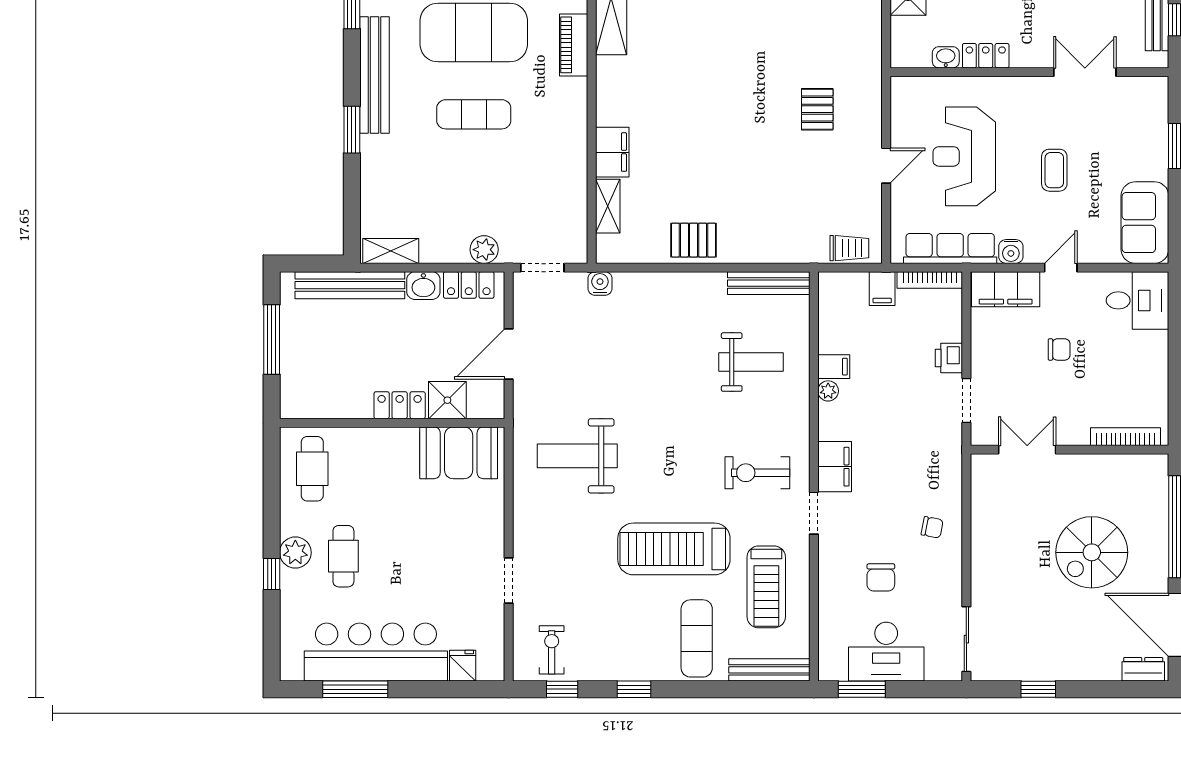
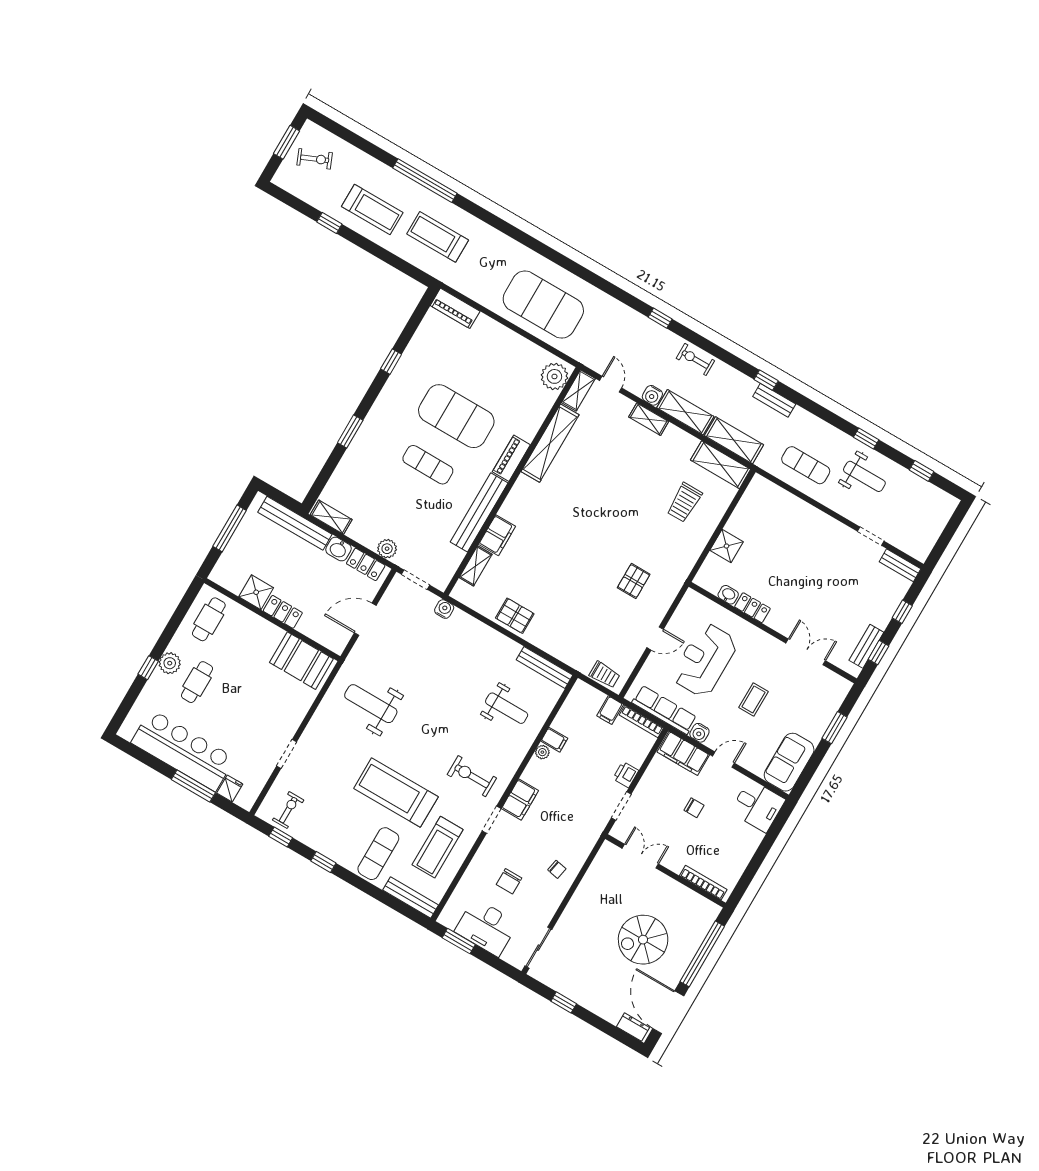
bench: (375, 75) -> (479, 512), moved
shower: (447, 400) -> (256, 592), moved
window: (355, 689) -> (193, 786), moved

